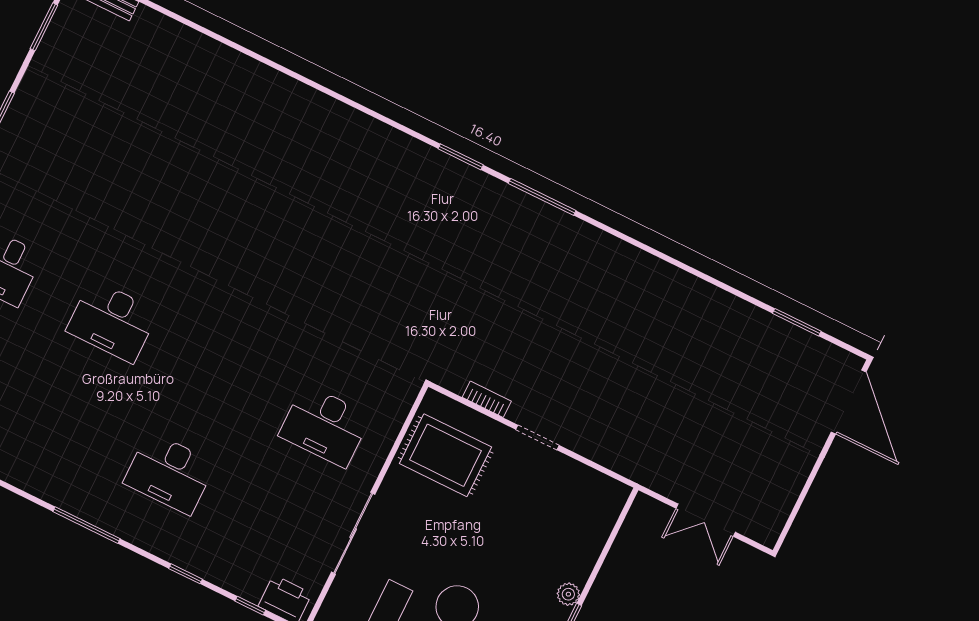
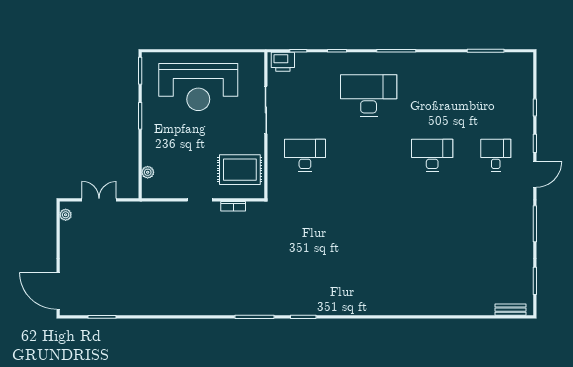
desk: (170, 473) -> (369, 96), width x1.36, depth x1.30
plant: (774, 523) -> (66, 215), added
plant: (568, 594) -> (148, 172), moved

